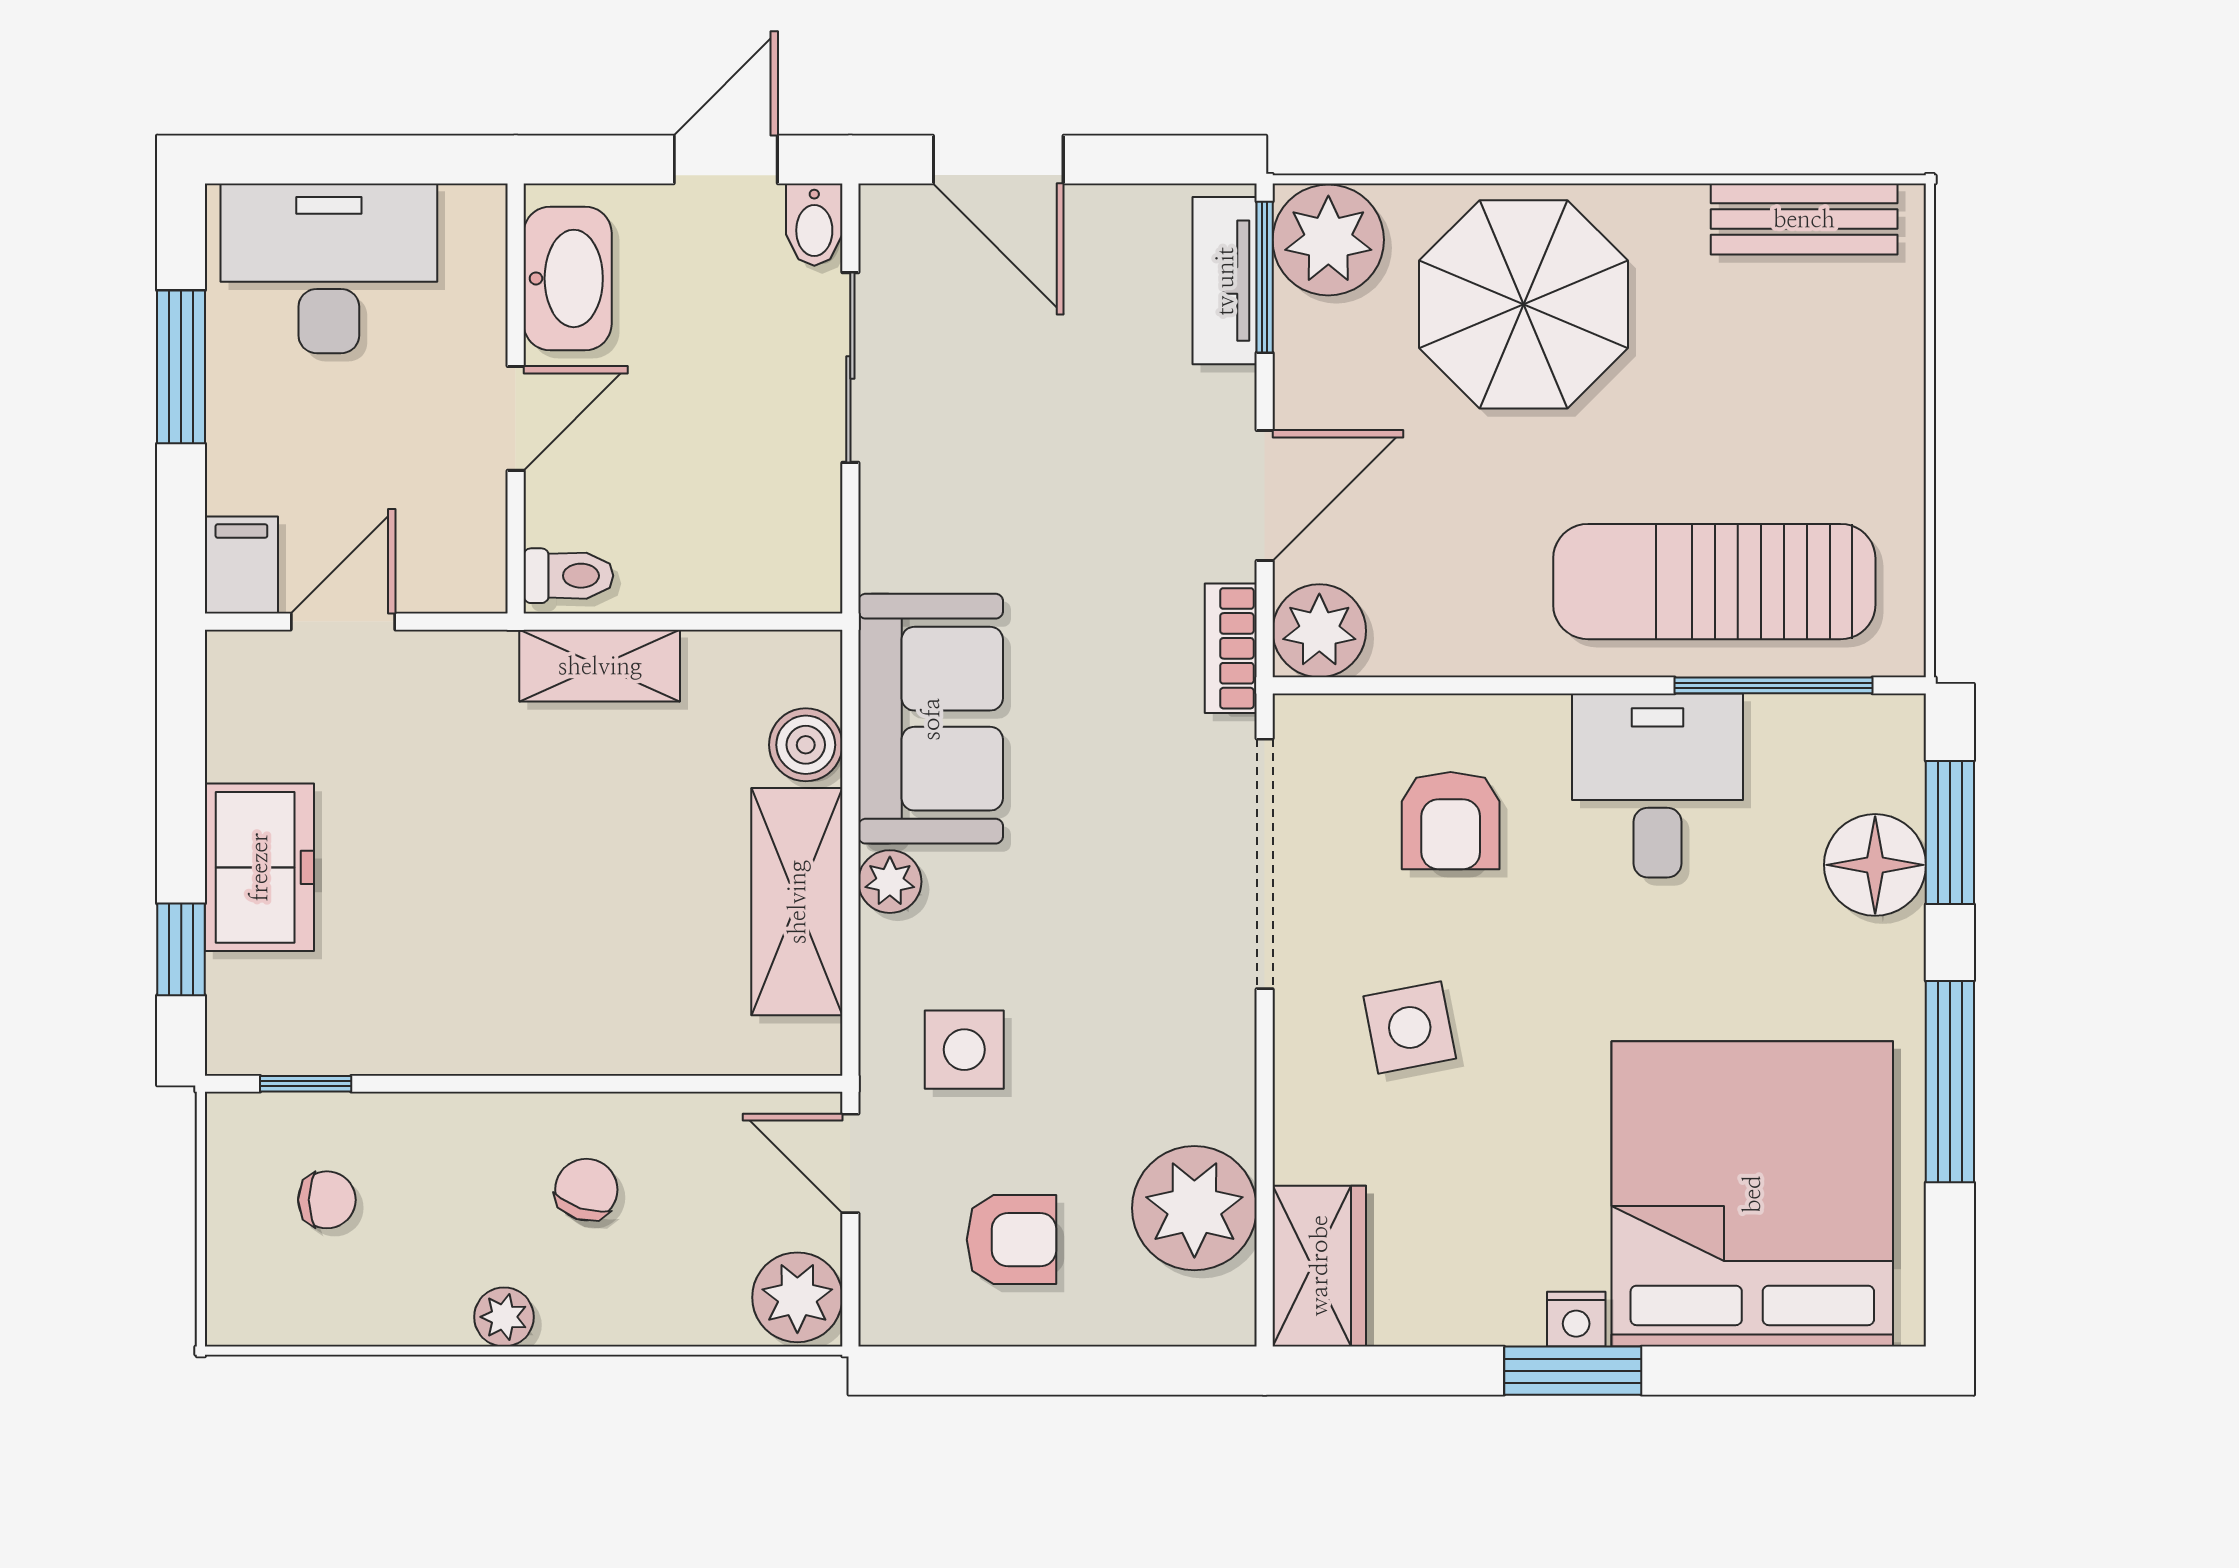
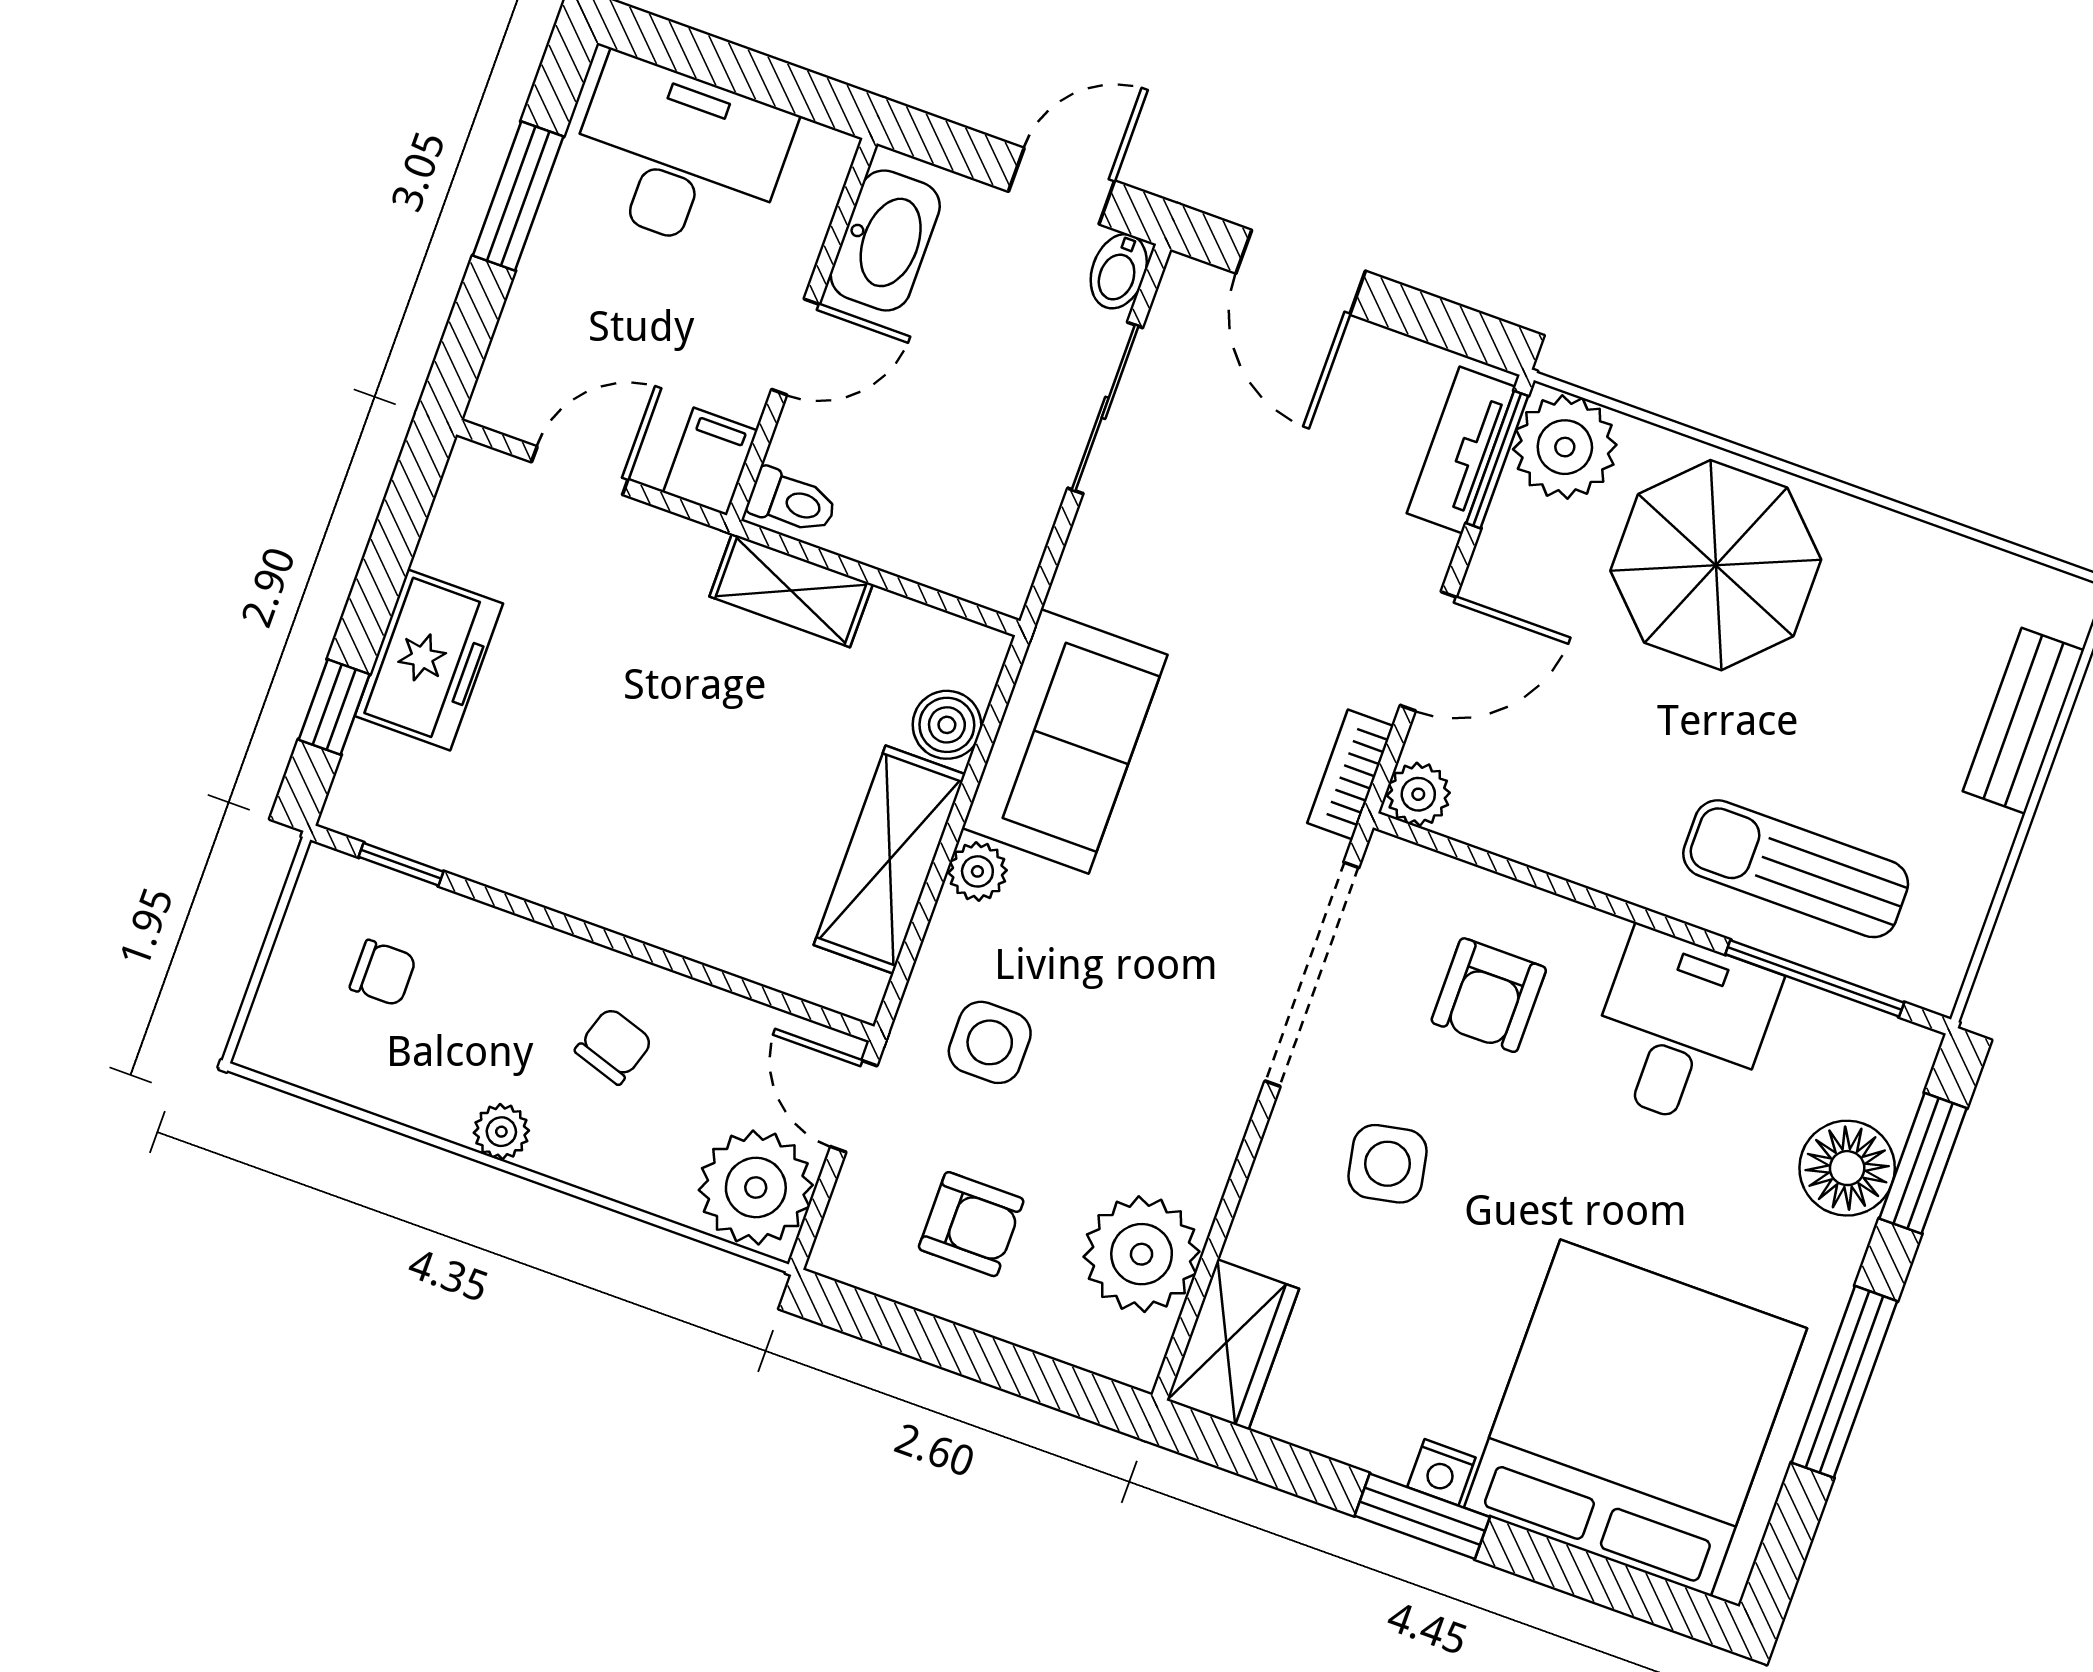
bench: (1804, 219) -> (2023, 721), moved, turned 90
filing cabinet: (241, 565) -> (710, 462), moved
sun lounger: (1714, 582) -> (1796, 869), width x0.73, depth x0.75
plant: (1319, 631) -> (1418, 794), width x0.73, depth x0.73
plant: (797, 1297) -> (756, 1187), width x1.36, depth x1.36

